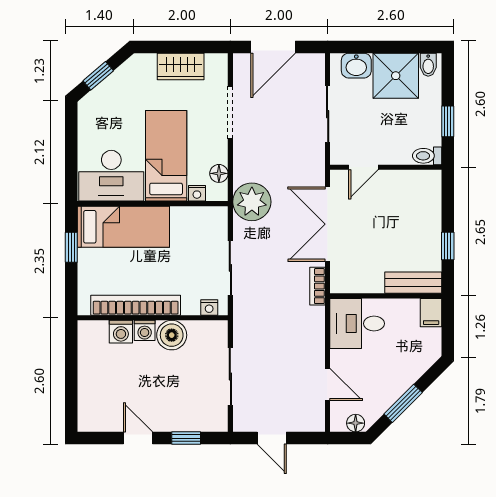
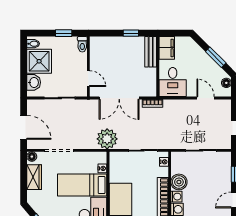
floor lamp: (219, 173) -> (32, 157), moved
filing cabinet: (431, 313) -> (167, 48), width x2.00
door: (328, 384) -> (206, 98), hinge flipped

